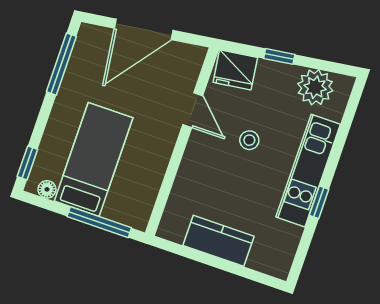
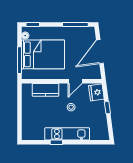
door: (144, 29) -> (100, 52), hinge flipped
plant: (315, 87) -> (100, 126), removed
bed: (94, 159) -> (43, 54), width x1.50
kitchen counter: (219, 241) -> (46, 90), moved, turned 90

